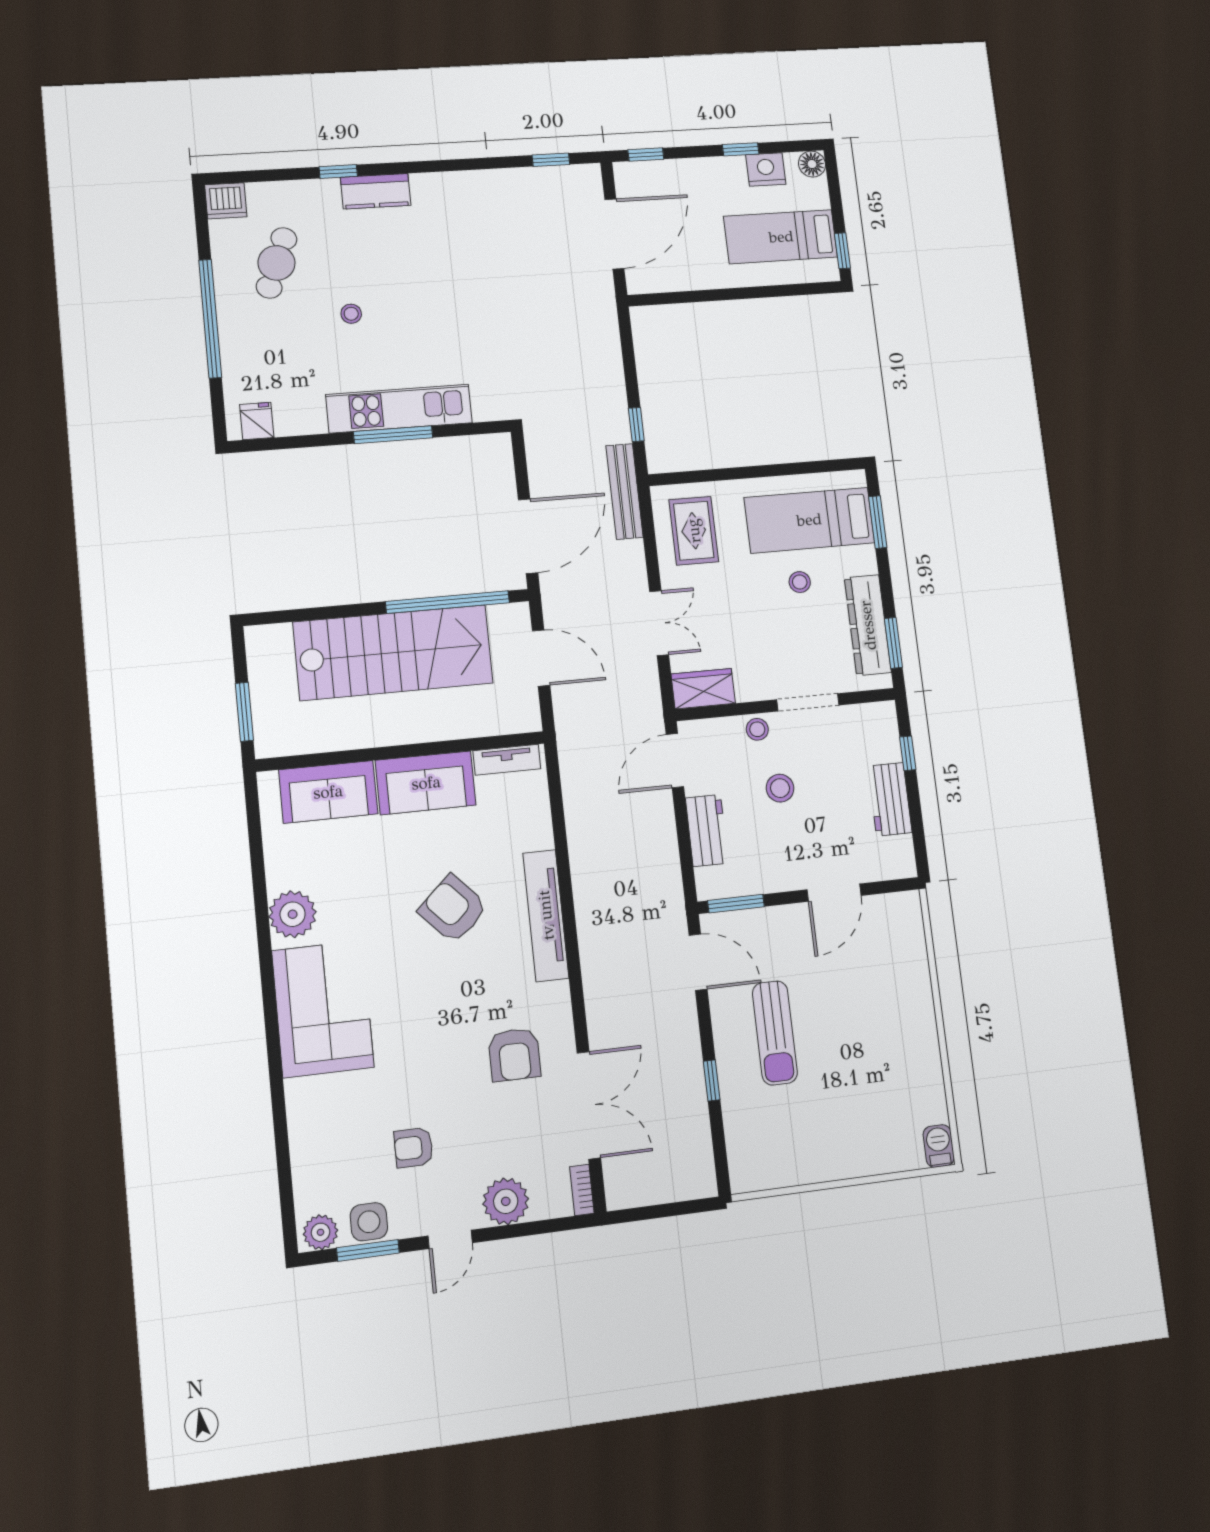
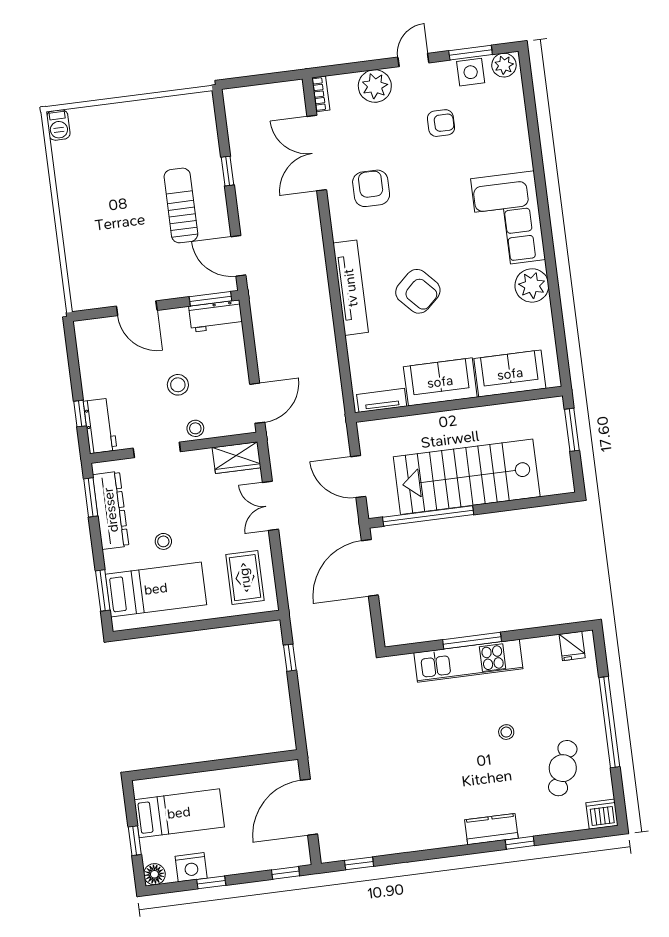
window: (842, 251) -> (135, 841), moved
bench: (625, 491) -> (298, 605), removed
workbench: (890, 799) -> (100, 426), moved
workbench: (707, 830) -> (216, 316), moved, turned -90
door: (834, 893) -> (137, 308), swing flipped

